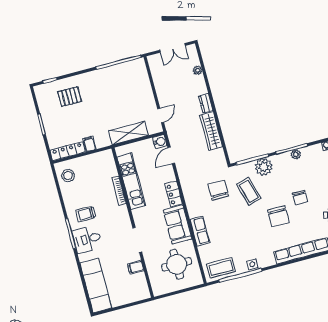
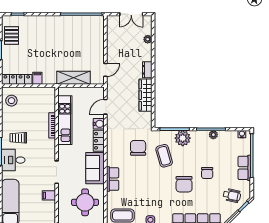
pallet: (70, 97) -> (11, 35), moved, turned 90
water cooler: (160, 142) -> (99, 124), moved

